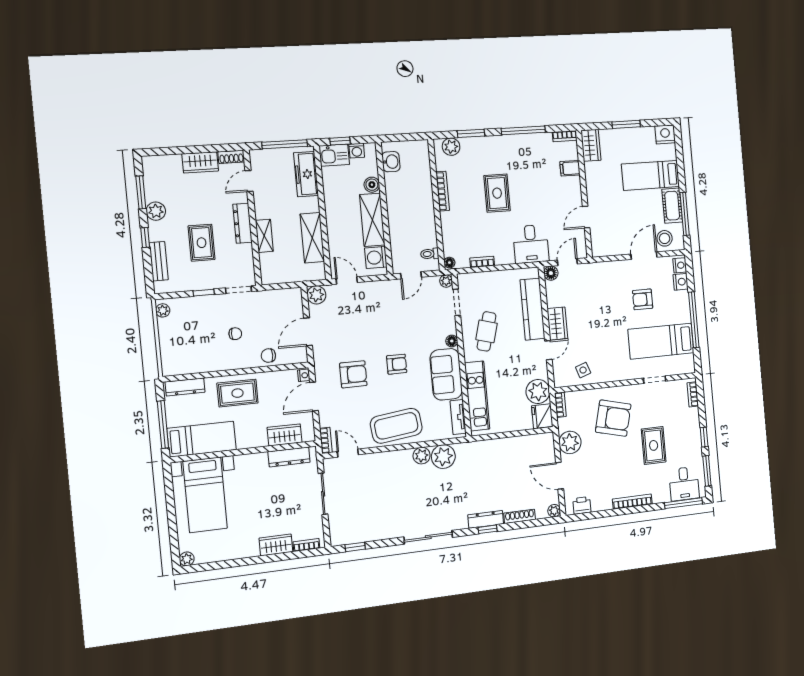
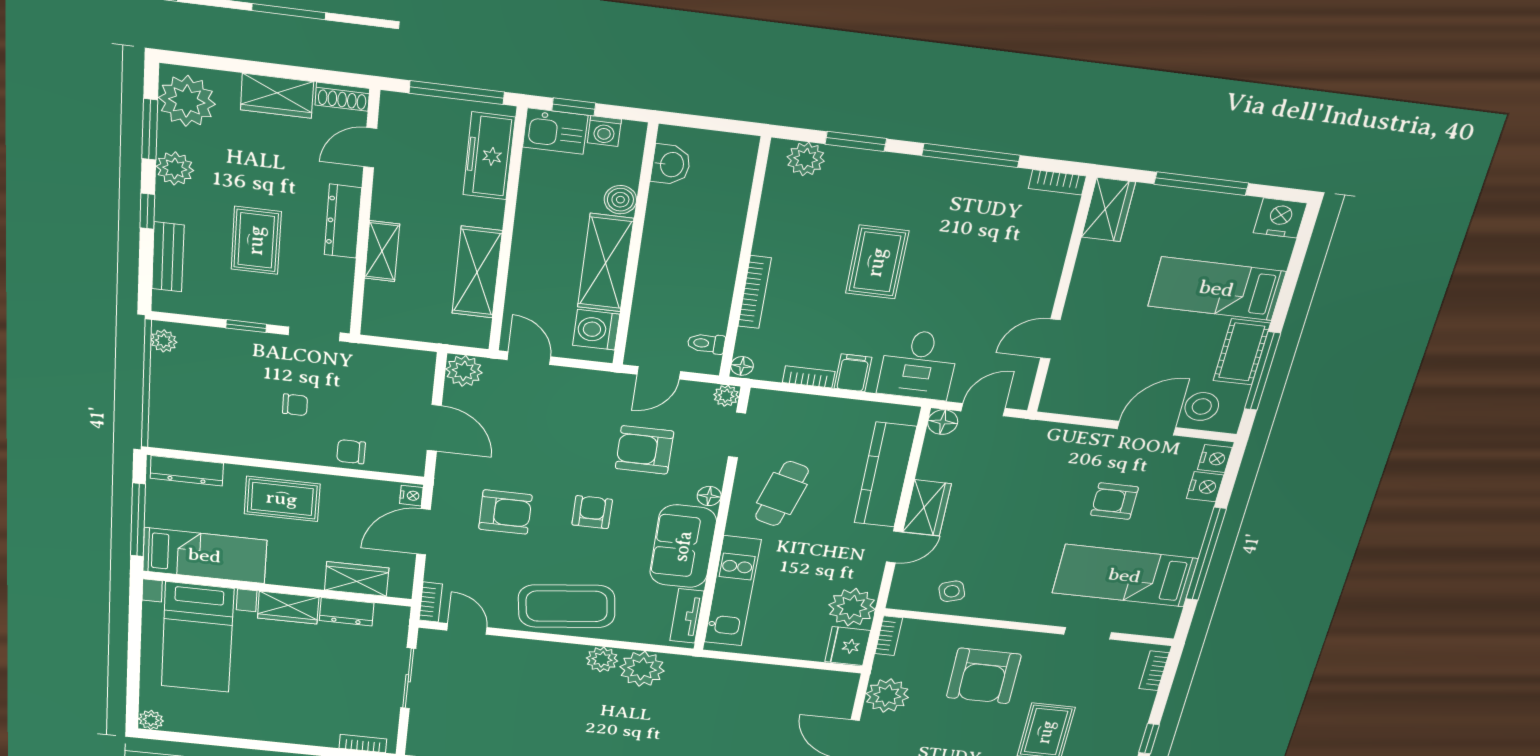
window: (626, 124) -> (1201, 184), width x1.44
filing cabinet: (570, 168) -> (853, 373), moved, turned 90
plant: (157, 174) -> (187, 101), added
bookcase: (443, 191) -> (755, 292), moved
armchair: (414, 321) -> (644, 450), added
door: (308, 332) -> (434, 428), swing flipped
armchair: (397, 364) -> (592, 512), turned -90
armchair: (613, 418) -> (984, 676), turned 76
dresser: (289, 457) -> (347, 612), width x0.70
wardrobe: (276, 545) -> (288, 608), moved, turned 180

